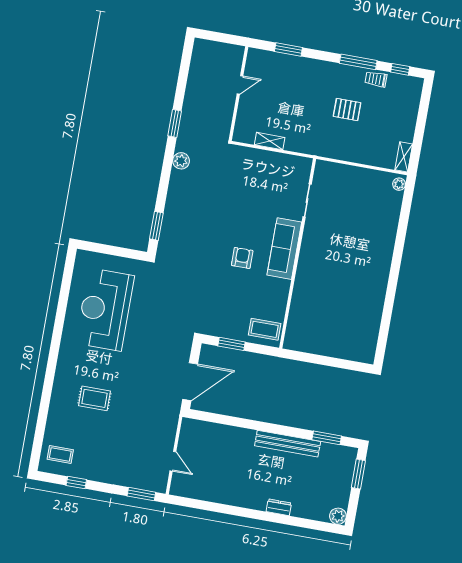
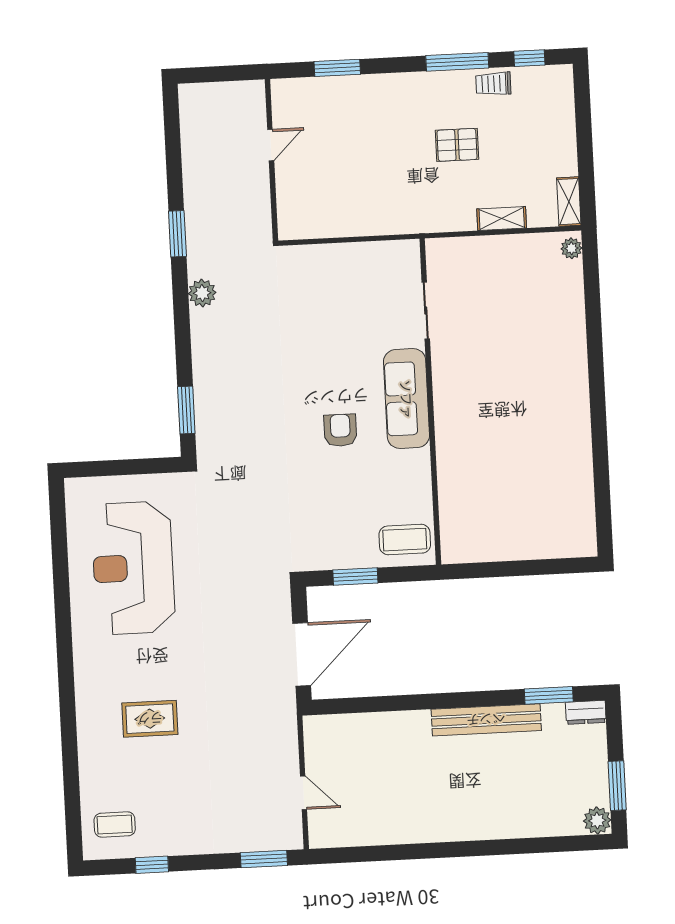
shelving: (270, 141) -> (502, 218), moved
window: (358, 474) -> (617, 786), moved
dresser: (279, 507) -> (586, 712), moved, turned 180

